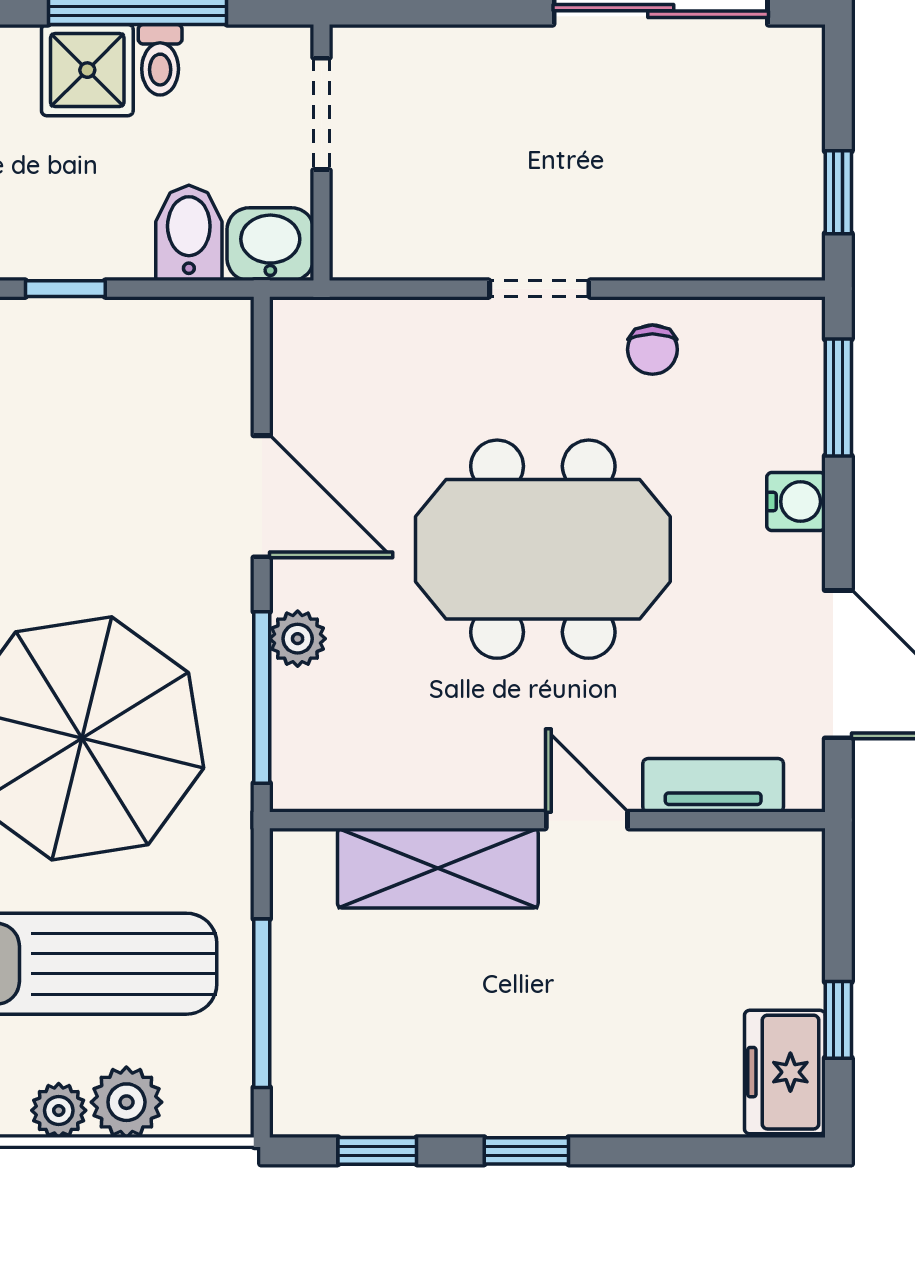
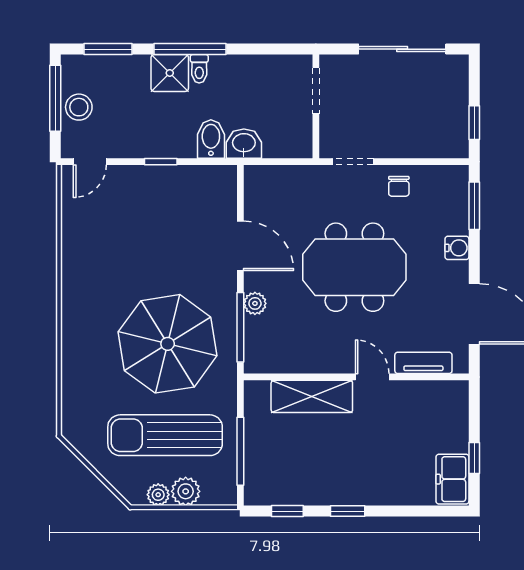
doorway: (322, 114) -> (316, 91), moved
wall: (322, 152) -> (316, 106), moved

